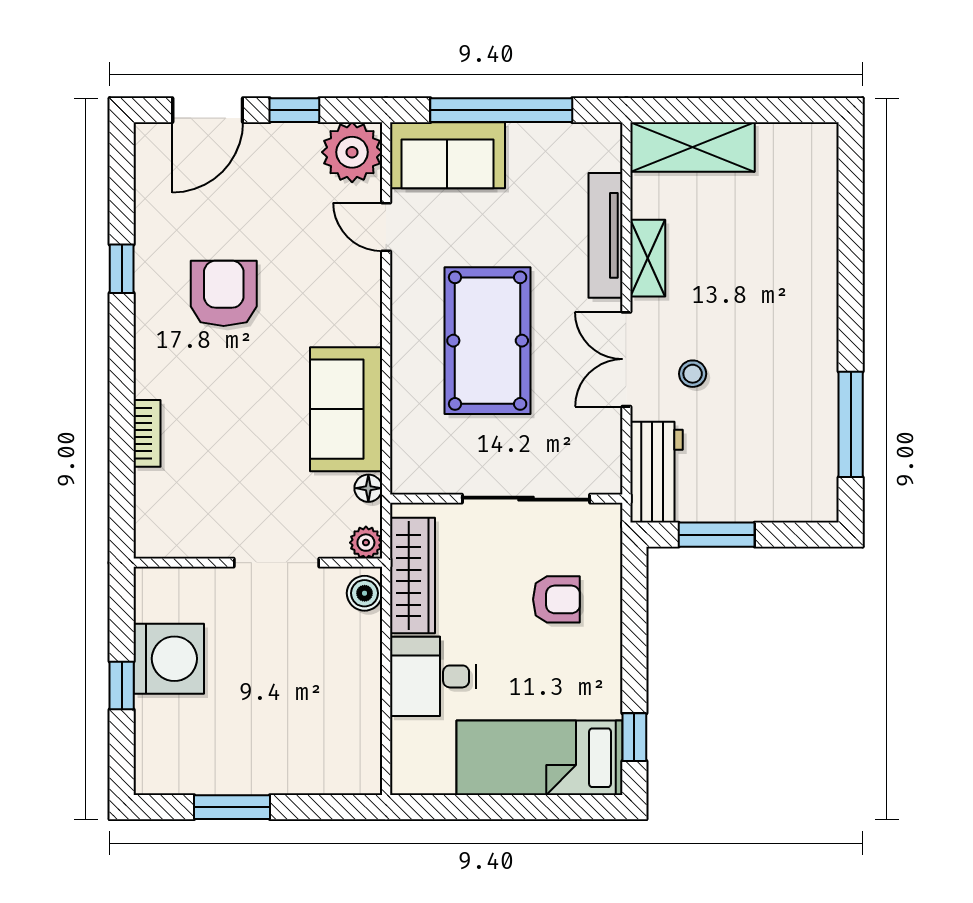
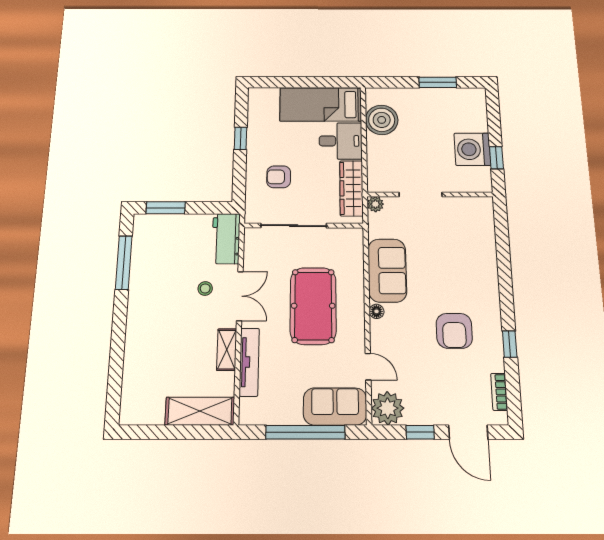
door: (208, 110) -> (468, 432), swing flipped
bookcase: (147, 433) -> (499, 392), moved
floor lamp: (368, 488) -> (377, 311), moved
window: (717, 535) -> (166, 208), moved
boiler: (365, 593) -> (382, 120), moved, width x1.86, depth x1.86
window: (122, 686) -> (496, 158), moved
window: (634, 737) -> (241, 138), moved
bed: (540, 758) -> (321, 105), moved, turned 180

